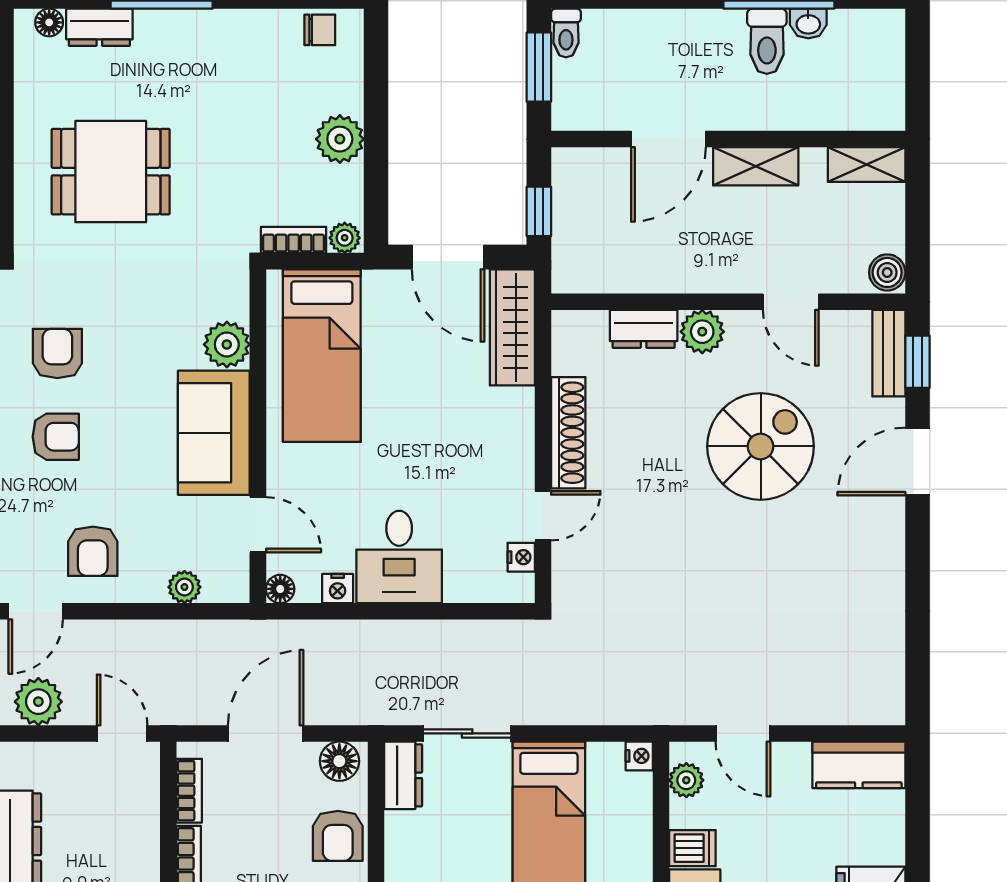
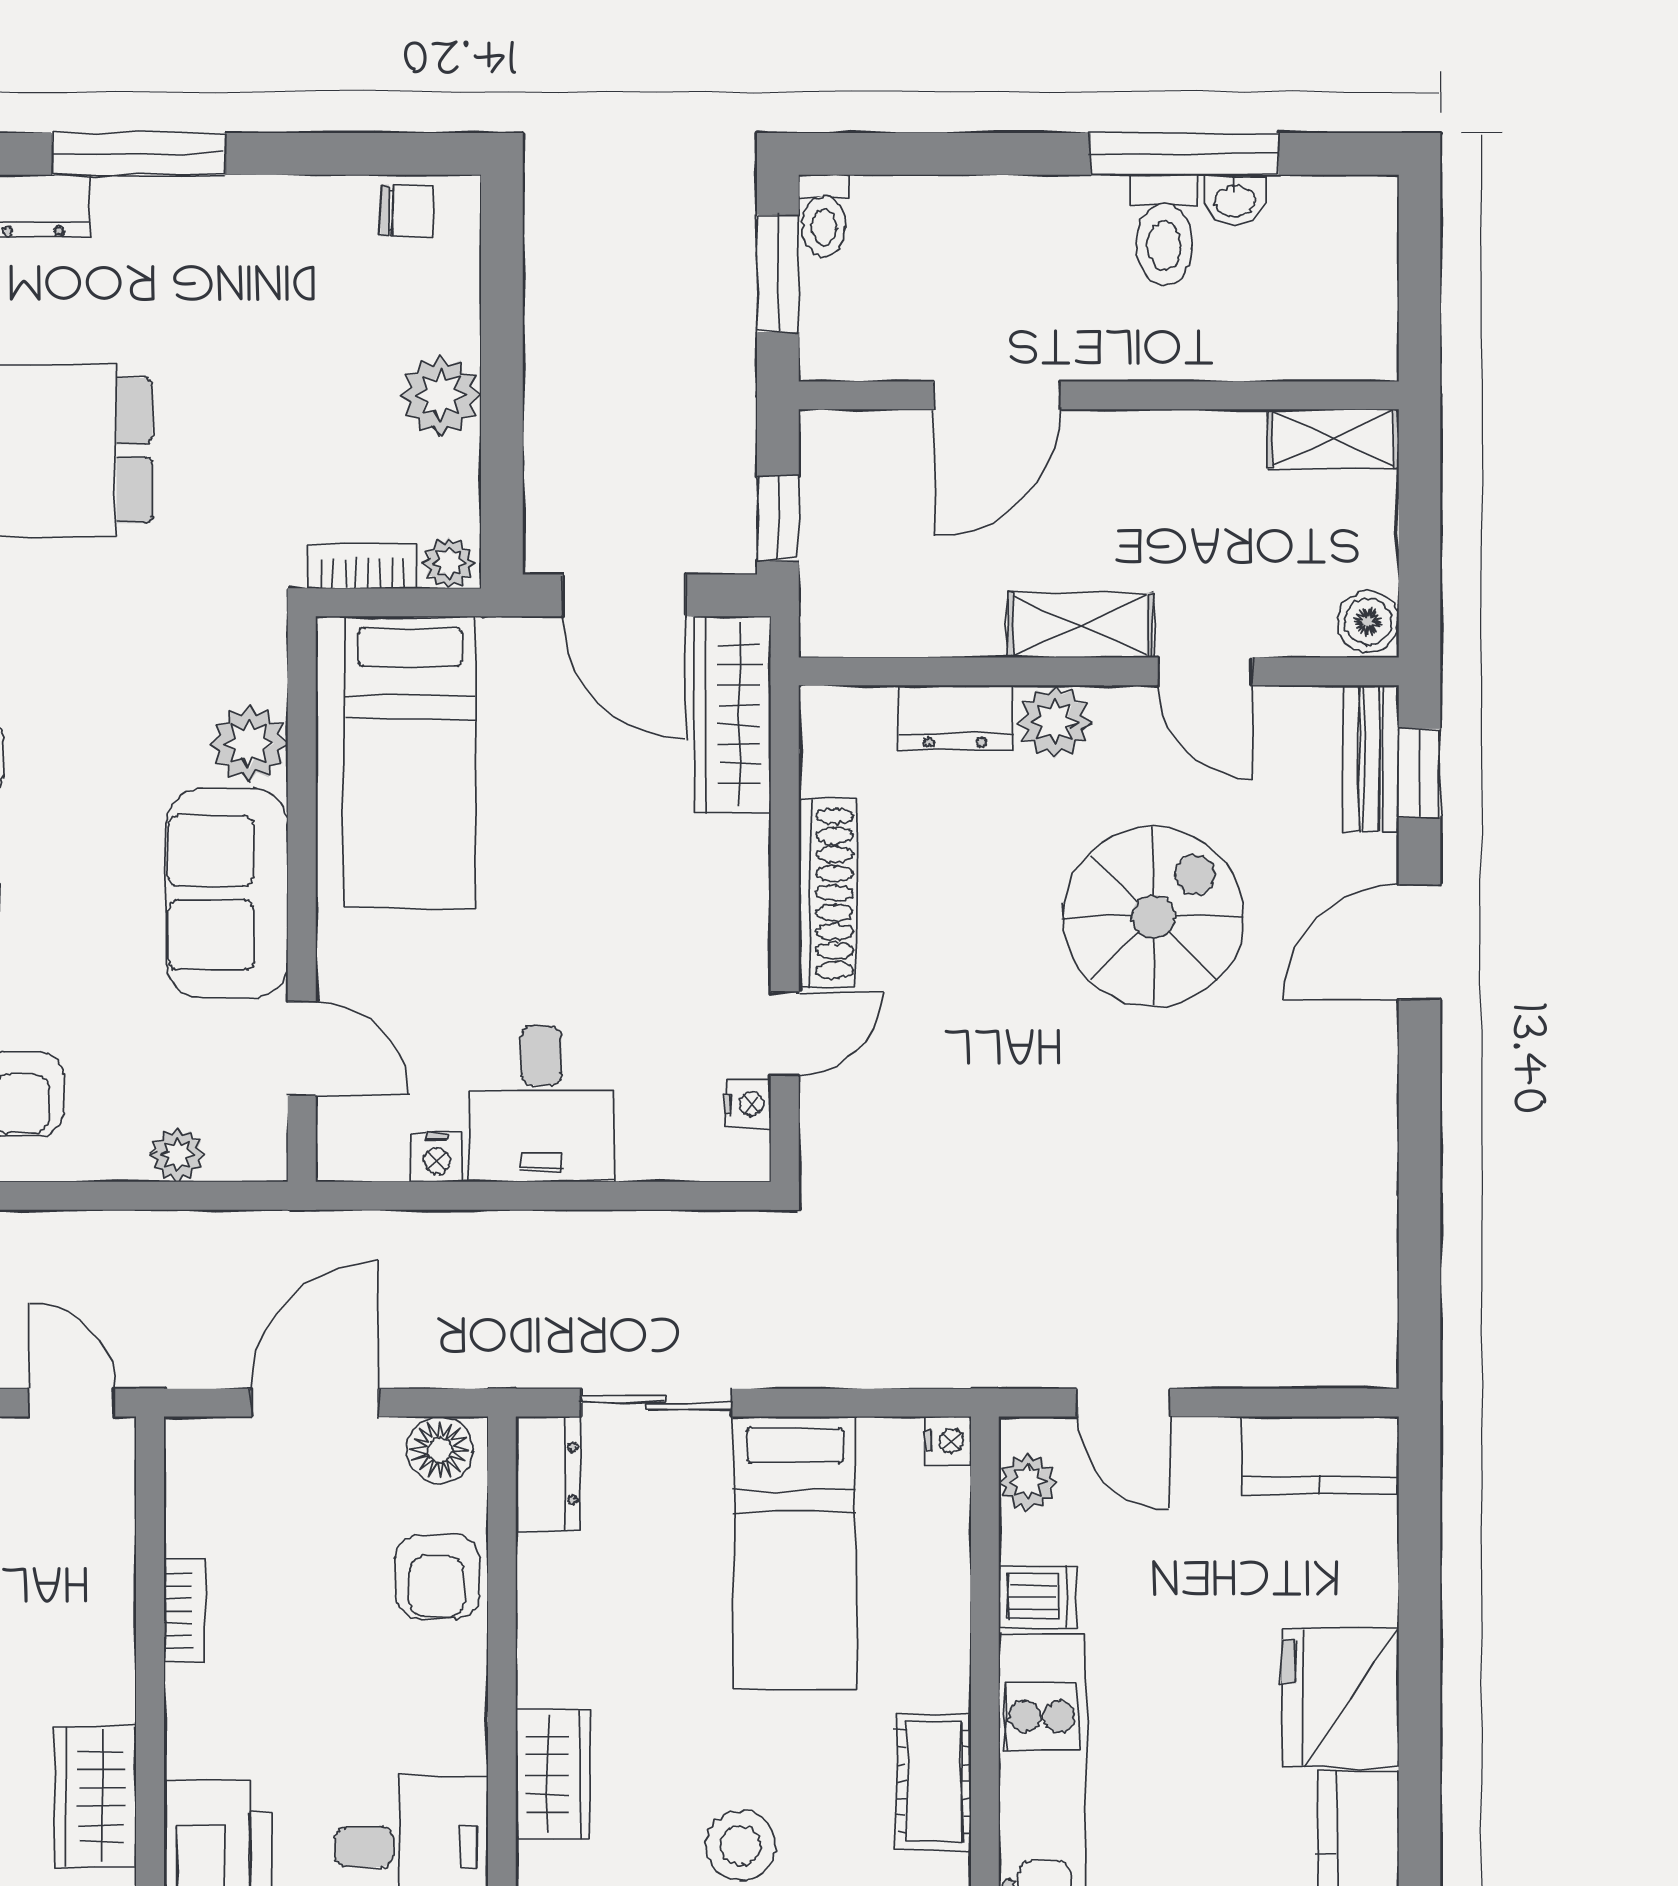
shelving: (756, 166) -> (1080, 625), moved
floor lamp: (280, 589) -> (340, 1158), removed
bookcase: (189, 791) -> (185, 1500), removed

